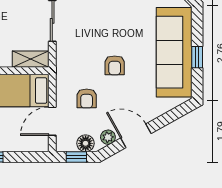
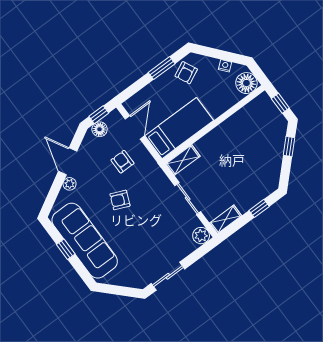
armchair: (115, 65) -> (120, 200), turned -67
door: (136, 136) -> (68, 161), swing flipped
plant: (108, 137) -> (70, 184), moved

